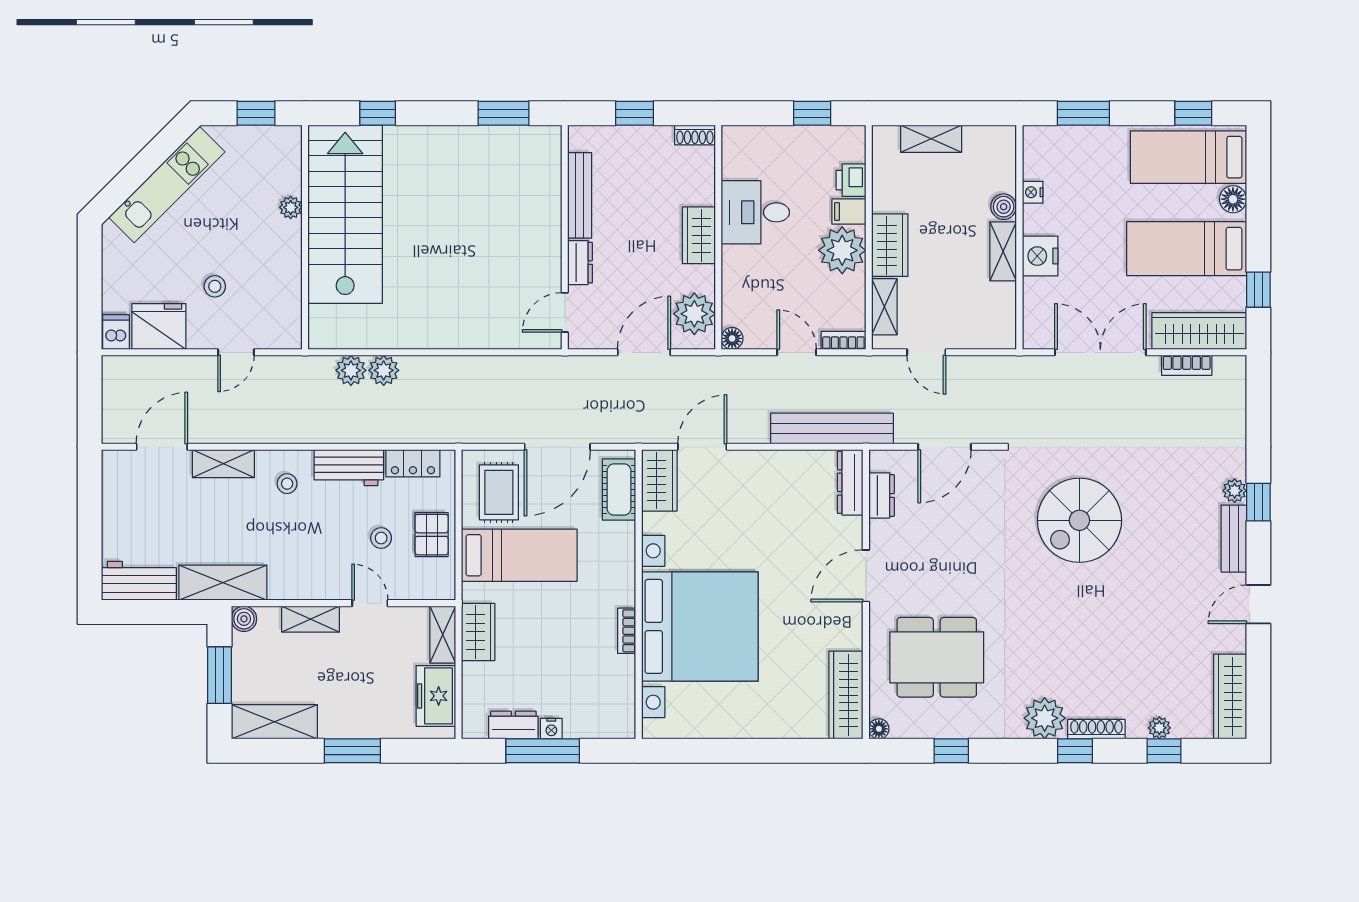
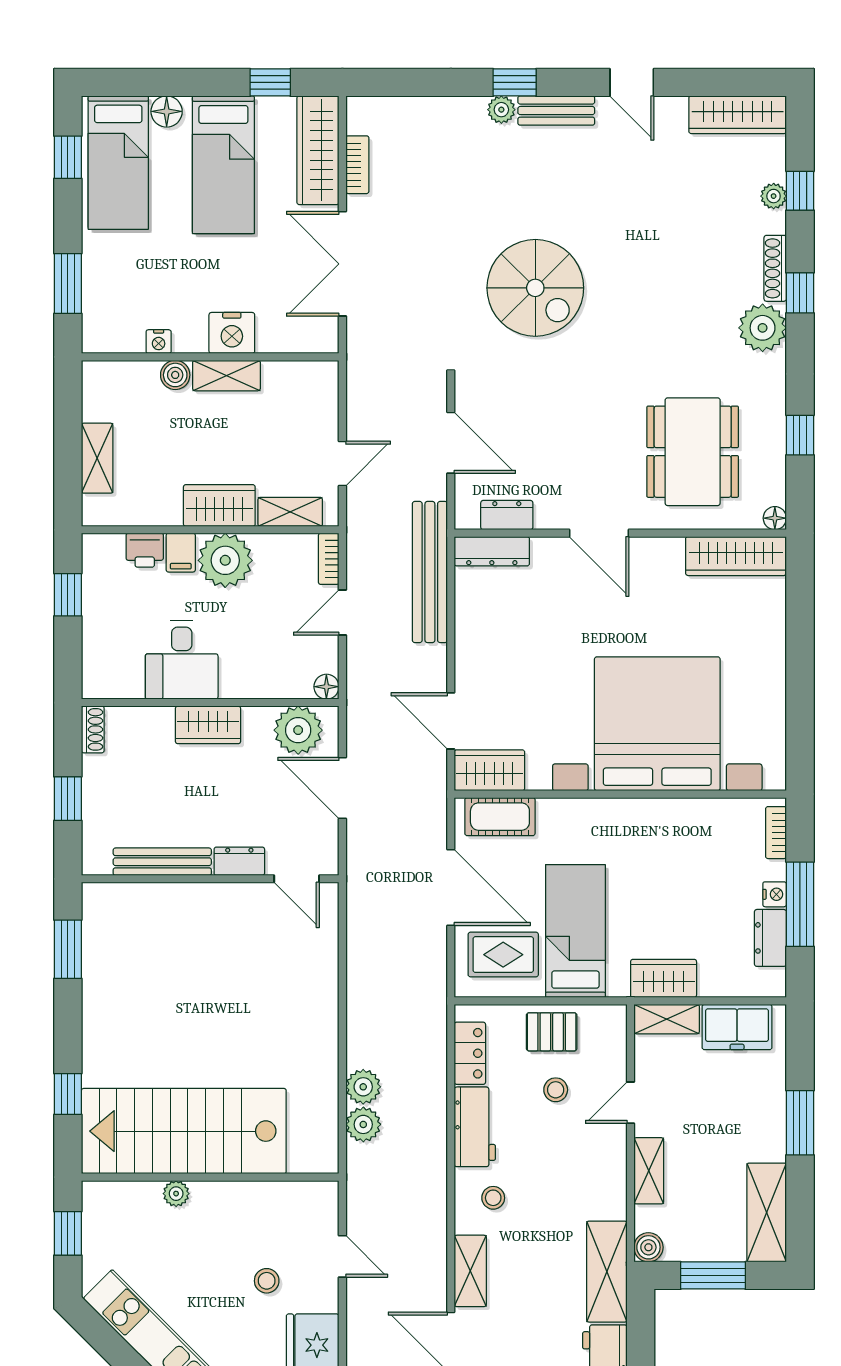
bookcase: (627, 631) -> (776, 833), moved, turned 90

